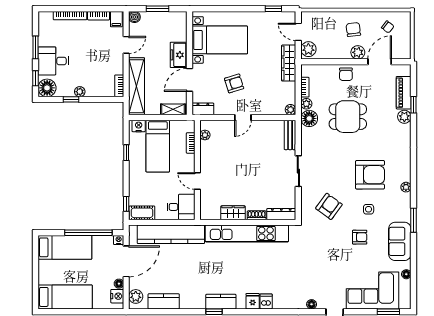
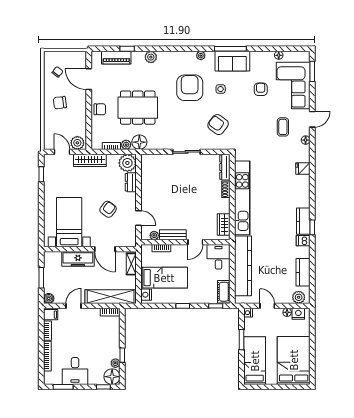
door: (298, 32) -> (62, 152), swing flipped
door: (126, 45) -> (74, 306), hinge flipped
window: (36, 47) -> (63, 387), moved
plant: (358, 52) -> (80, 99), removed
freezer: (179, 55) -> (78, 259), width x1.40
desk: (53, 61) -> (75, 371), moved
armchair: (234, 83) -> (108, 209), turned 54
plant: (80, 92) -> (115, 363), moved
dresser: (203, 109) -> (131, 182), moved
plant: (291, 110) -> (127, 163), width x1.88, depth x1.88
door: (243, 117) -> (139, 218), moved
dining table: (348, 117) -> (138, 108), width x1.37
plant: (404, 117) -> (151, 57), moved
bench: (290, 135) -> (173, 235), moved
window: (126, 153) -> (183, 306), moved
wardrobe: (233, 213) -> (224, 225), moved
window: (414, 220) -> (230, 49), width x1.44
window: (88, 233) -> (242, 340), width x0.47
armchair: (360, 237) -> (261, 89), moved
sofa: (400, 241) -> (232, 61), moved
door: (126, 261) -> (267, 306), width x0.53
coffee table: (326, 279) -> (283, 127), added
bed: (65, 297) -> (294, 360), width x1.50
fridge: (253, 301) -> (303, 169), moved
dishwasher: (266, 301) -> (303, 241), moved

